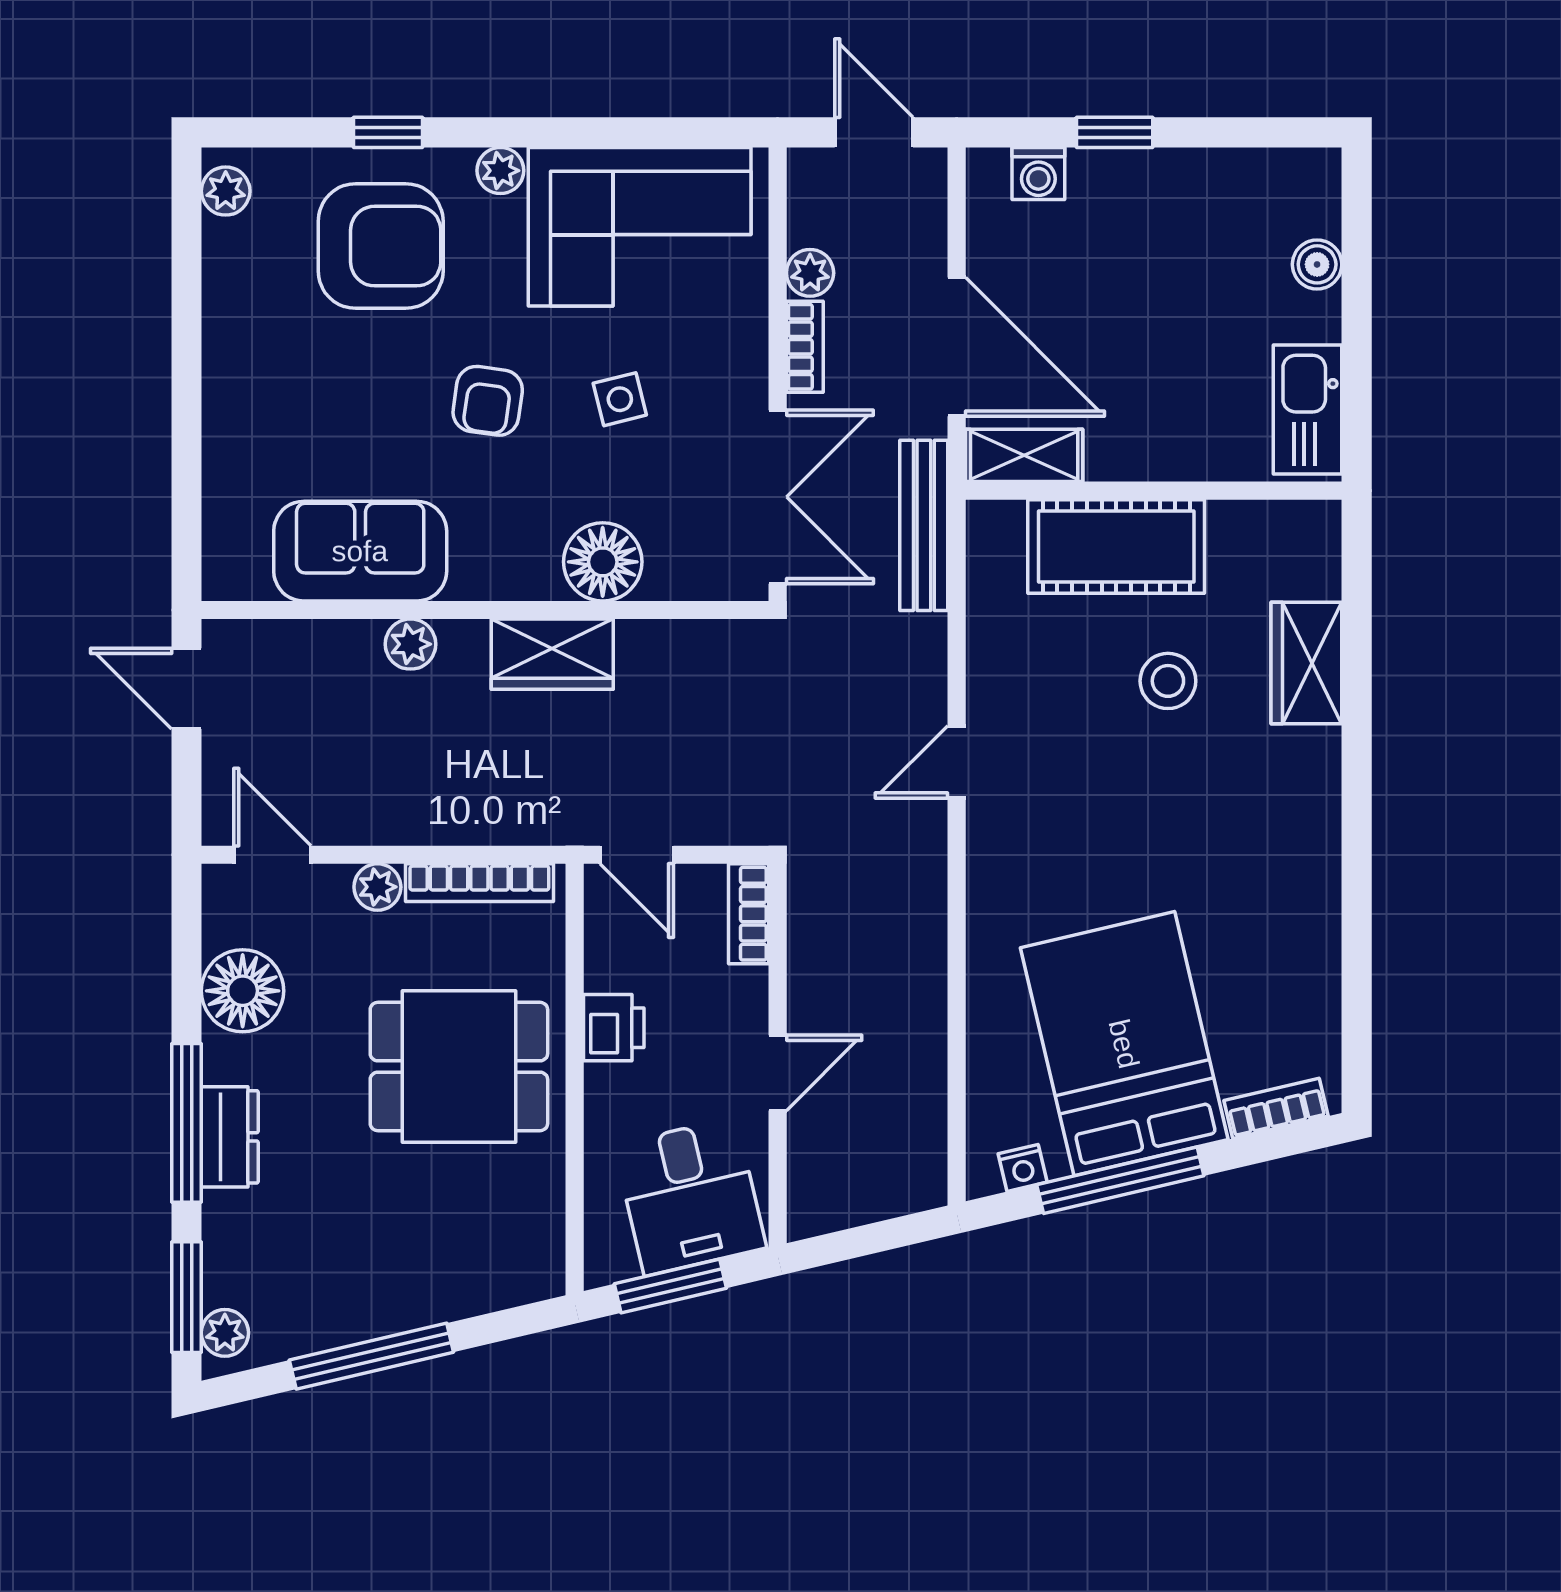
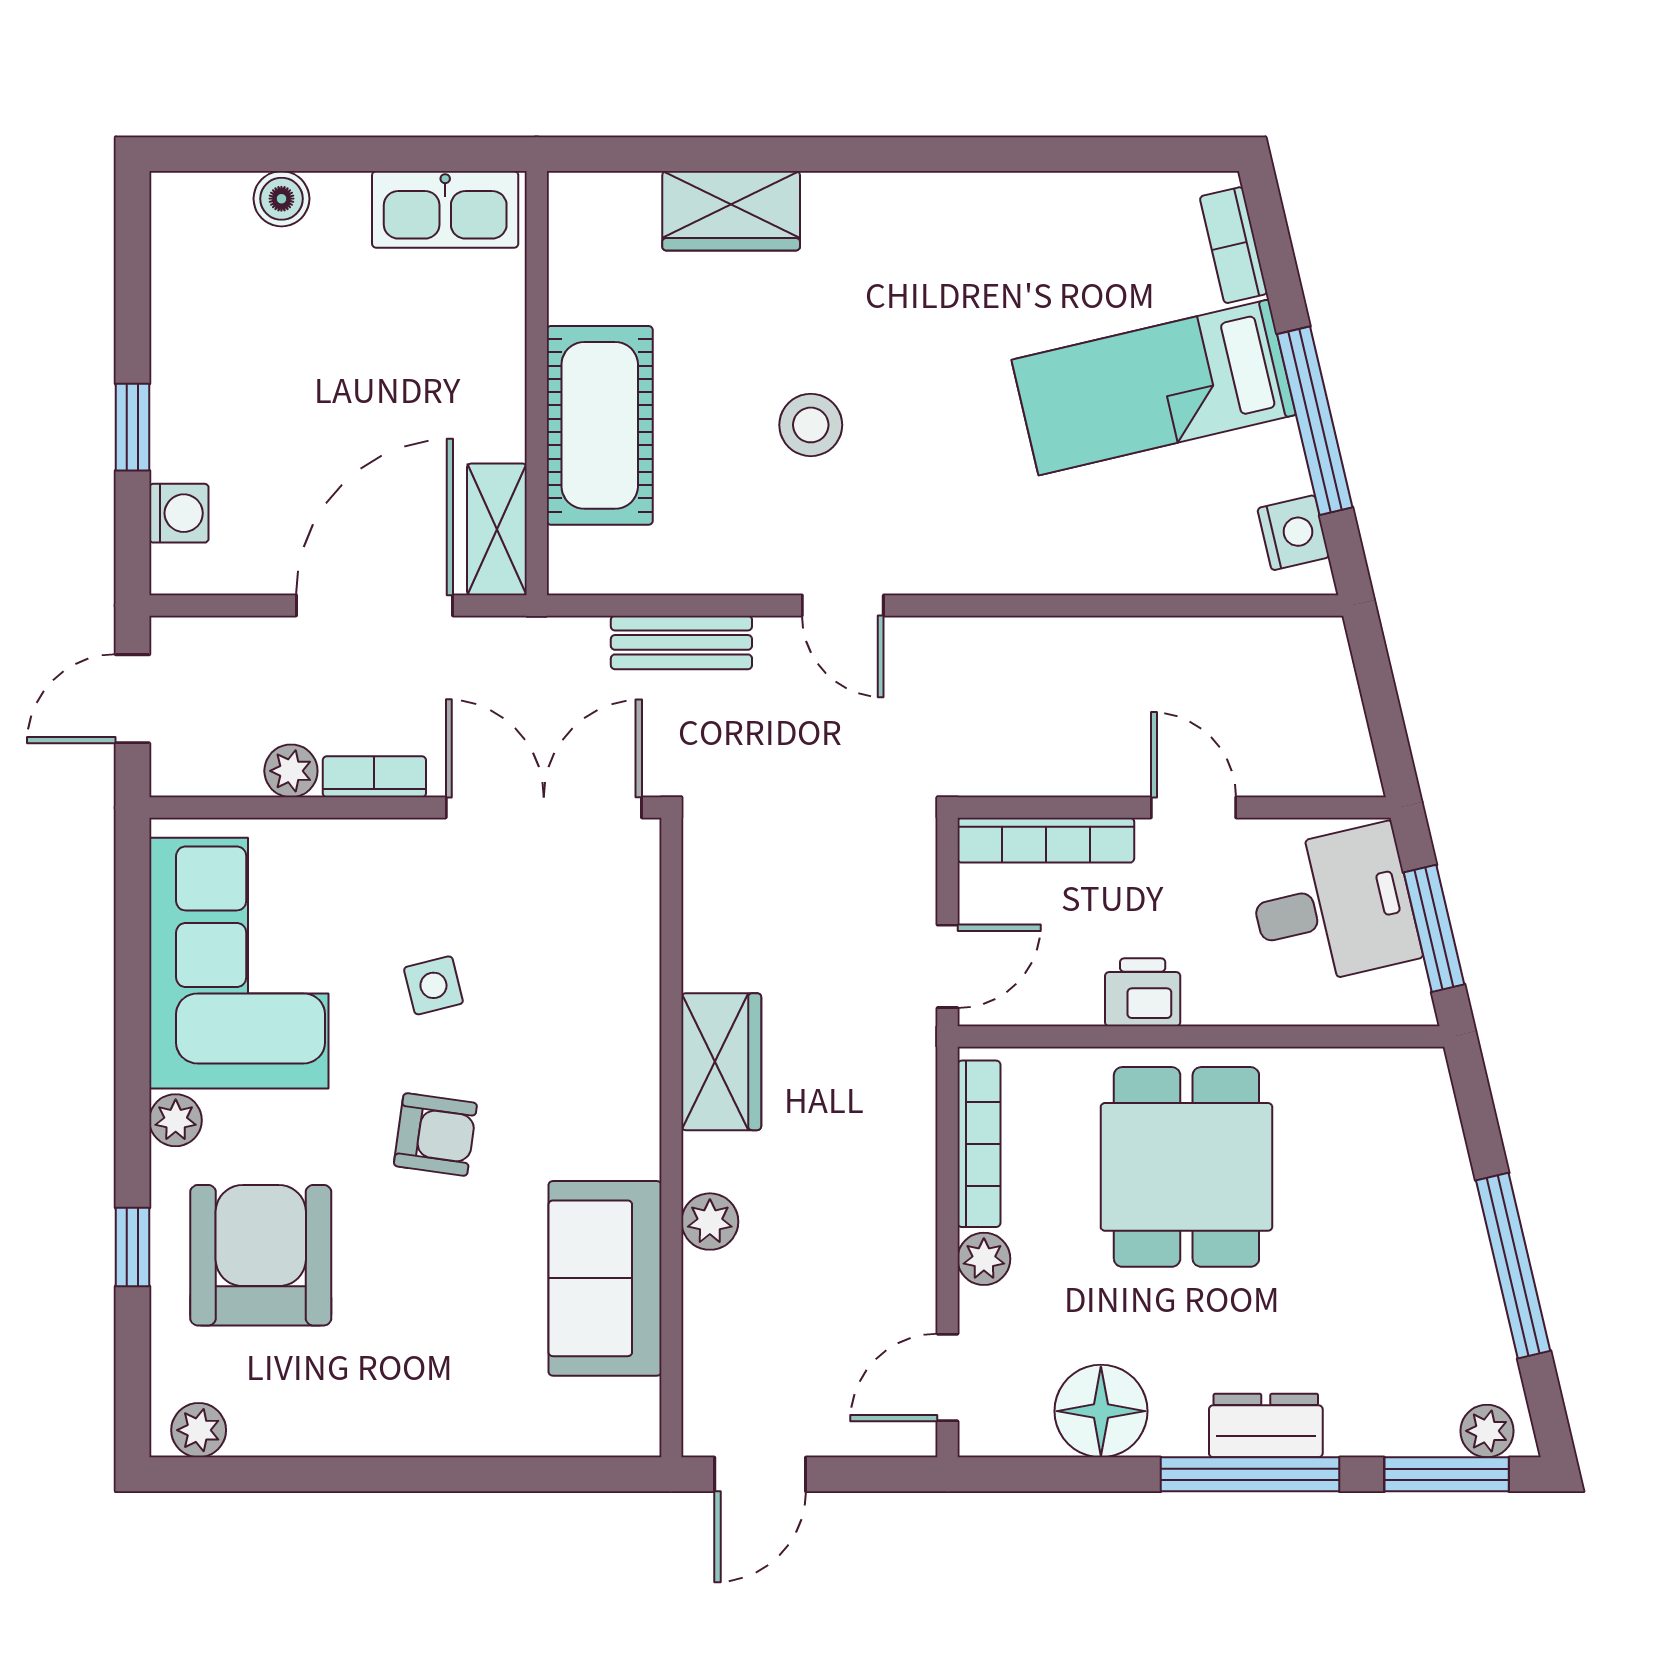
bench: (924, 525) -> (681, 642), moved, width x0.73
floor lamp: (603, 562) -> (617, 1005), removed
stool: (1168, 681) -> (811, 425), moved
bookcase: (749, 914) -> (1046, 840), width x1.56
bed: (1124, 1044) -> (1154, 387), width x0.67
nightstand: (1023, 1168) -> (1293, 533), width x1.39, depth x1.35

